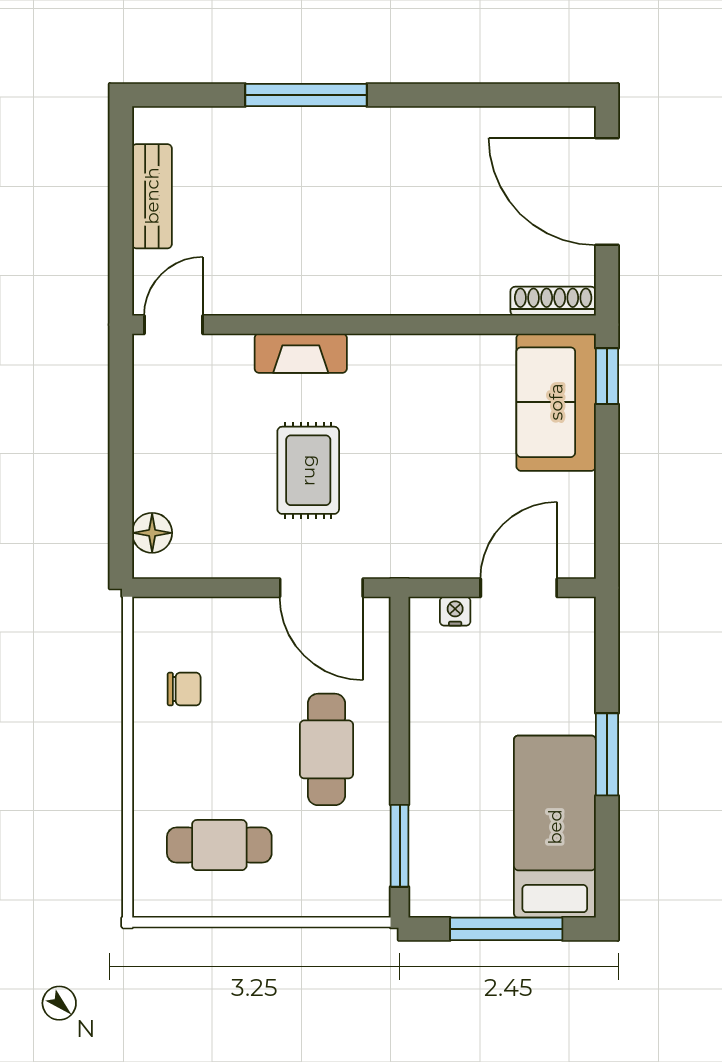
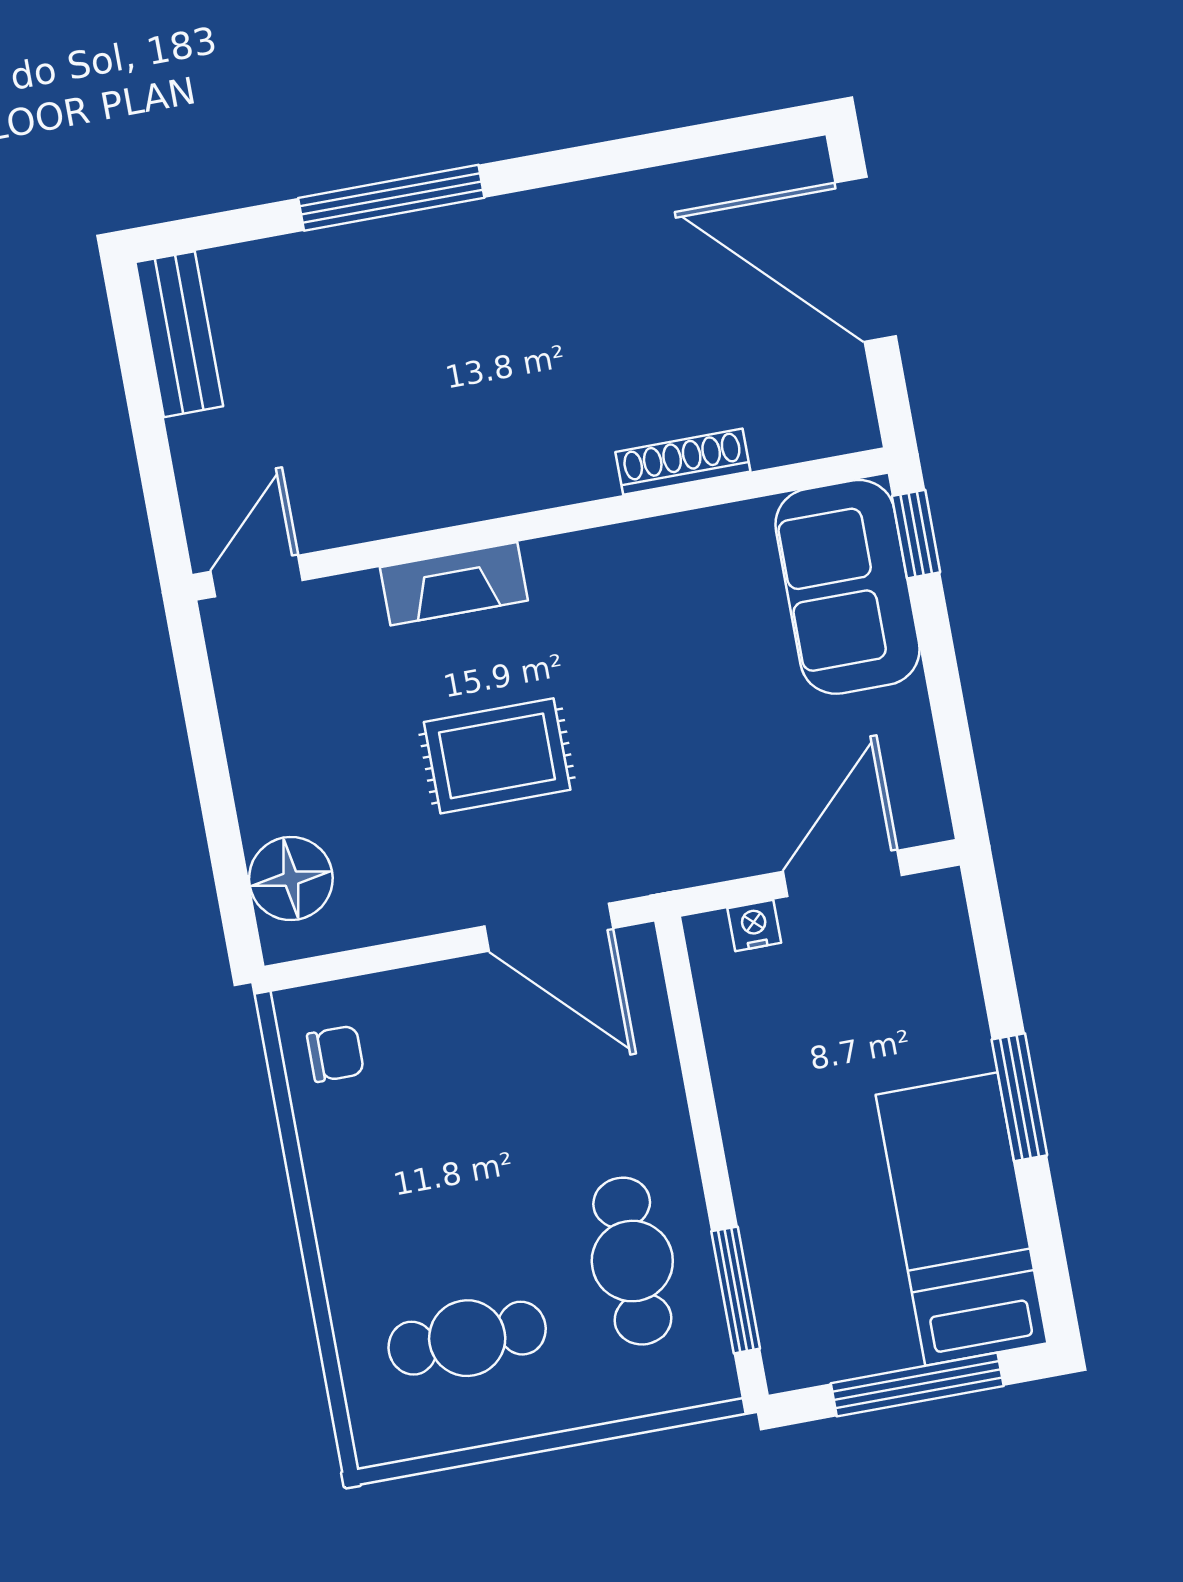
bench: (152, 196) -> (179, 334), moved
shoe rack: (553, 301) -> (683, 462), moved
rug: (308, 470) -> (497, 756), turned 90
floor lamp: (152, 533) -> (291, 879), width x1.38, depth x1.38
chair: (184, 689) -> (335, 1054), moved
cafe table: (326, 749) -> (632, 1261), moved

